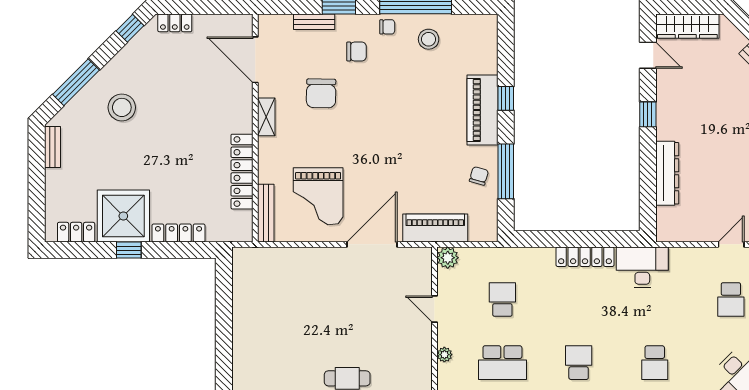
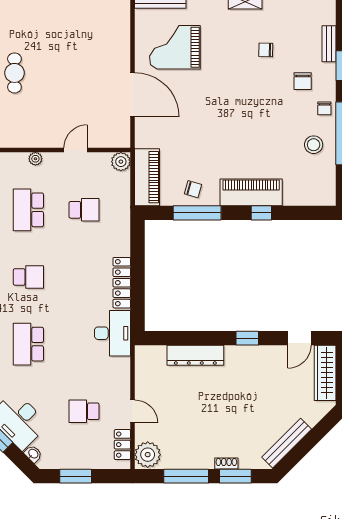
chair: (321, 93) -> (266, 50), width x0.54, depth x0.54
piano: (435, 228) -> (147, 177), moved
school desk: (655, 363) -> (28, 344), width x1.85

